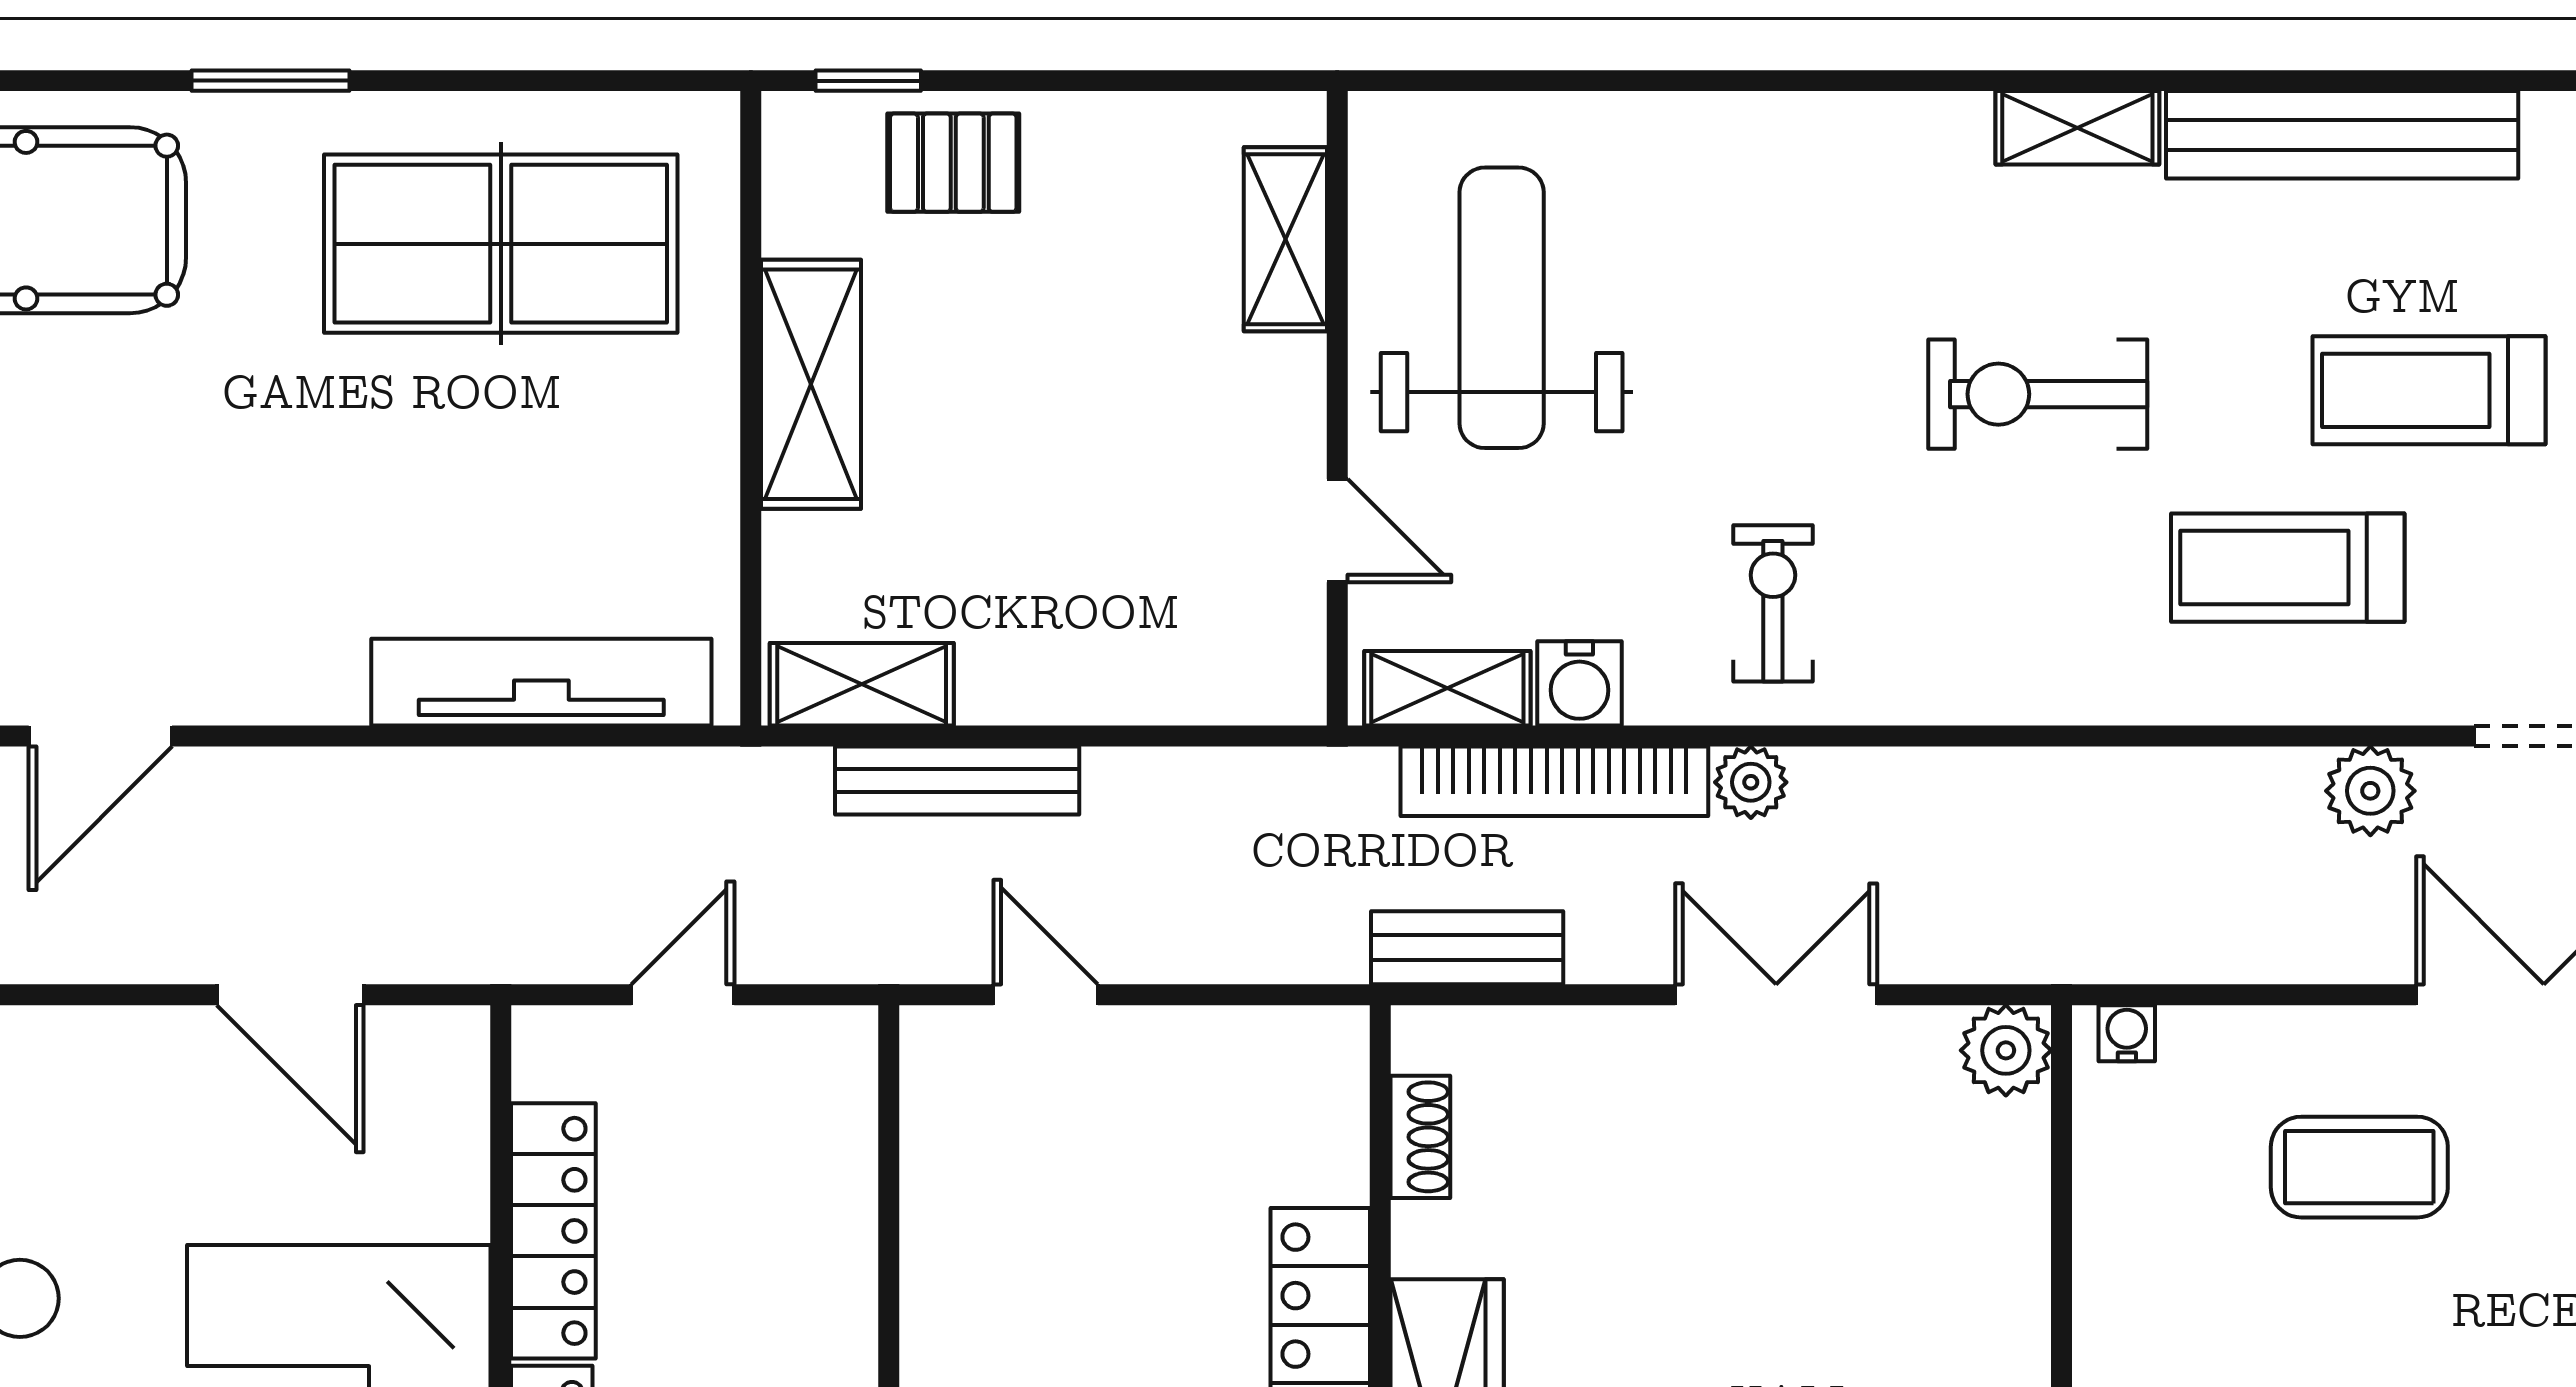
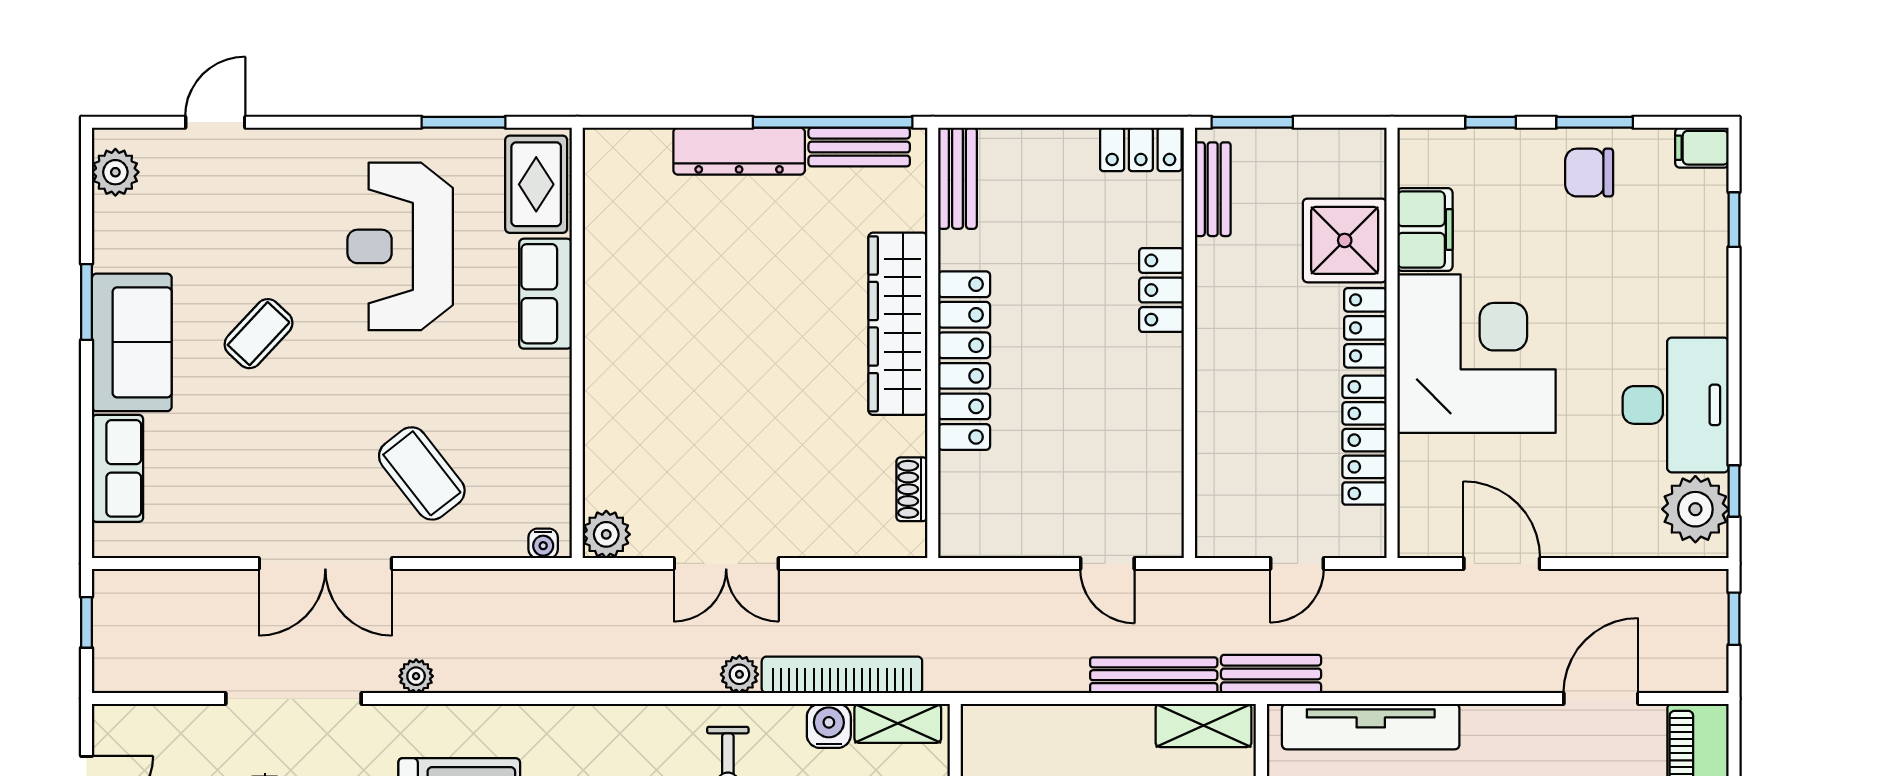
plant: (2370, 791) -> (416, 676), width x0.73, depth x0.73
bench: (1467, 948) -> (1271, 674), moved
coffee table: (2359, 1167) -> (422, 473), turned 52

